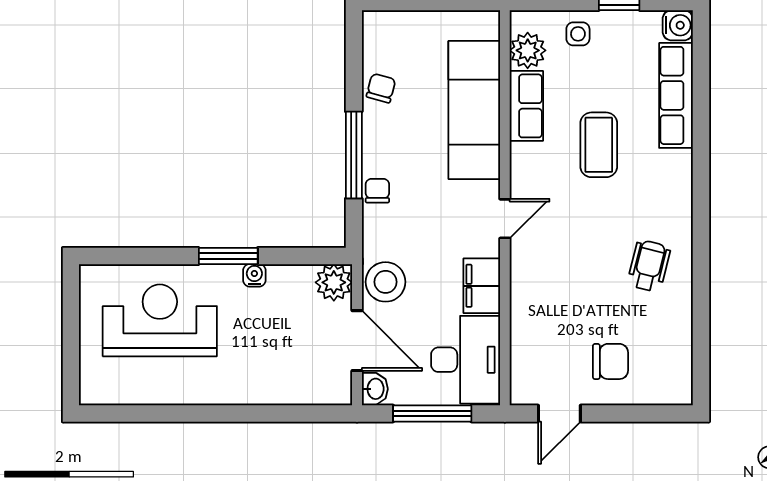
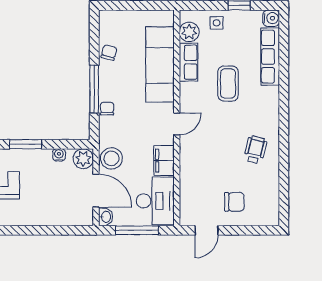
water cooler: (254, 275) -> (59, 155), moved

